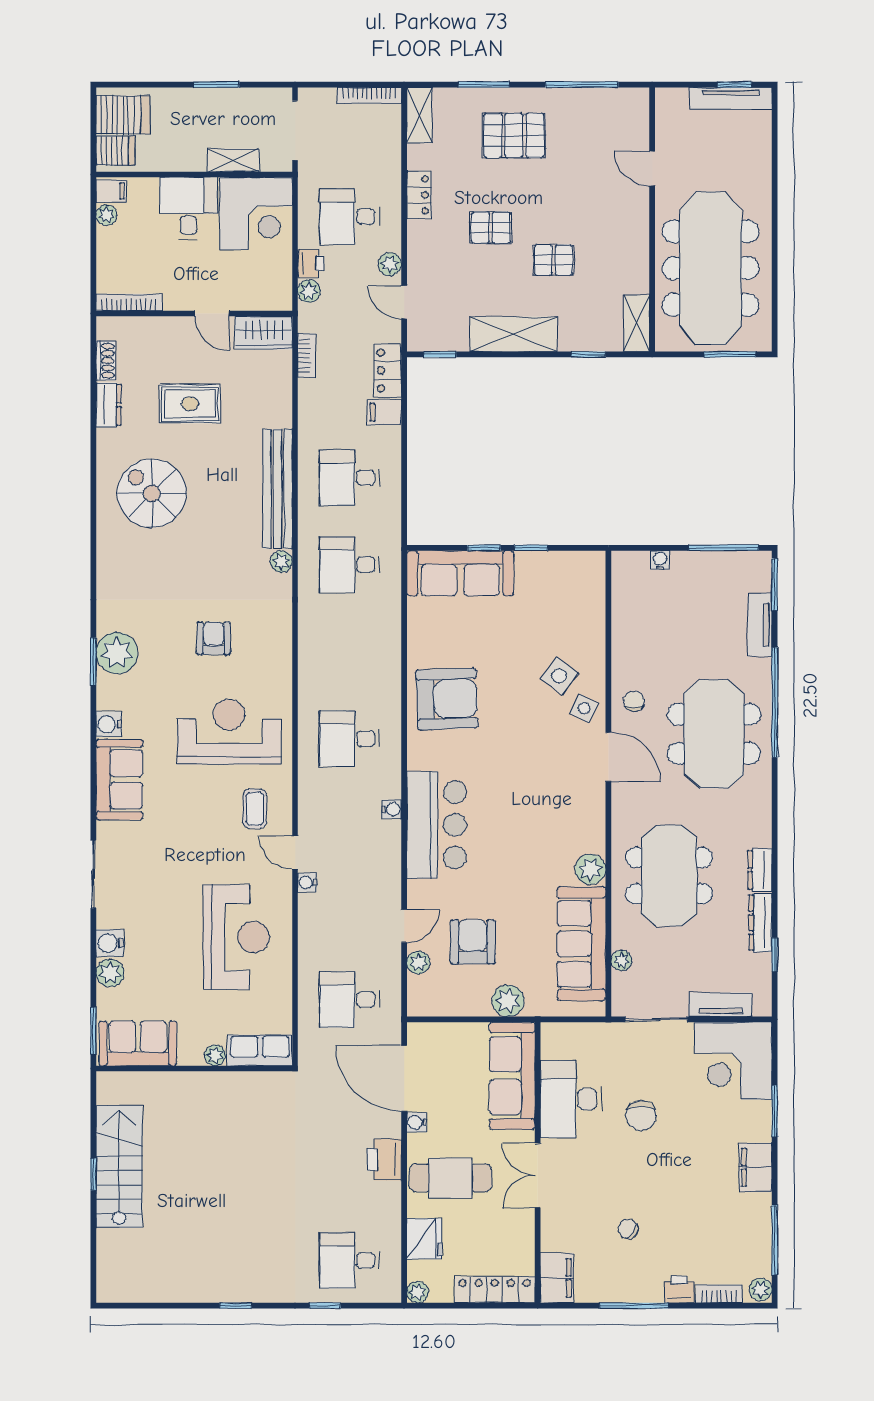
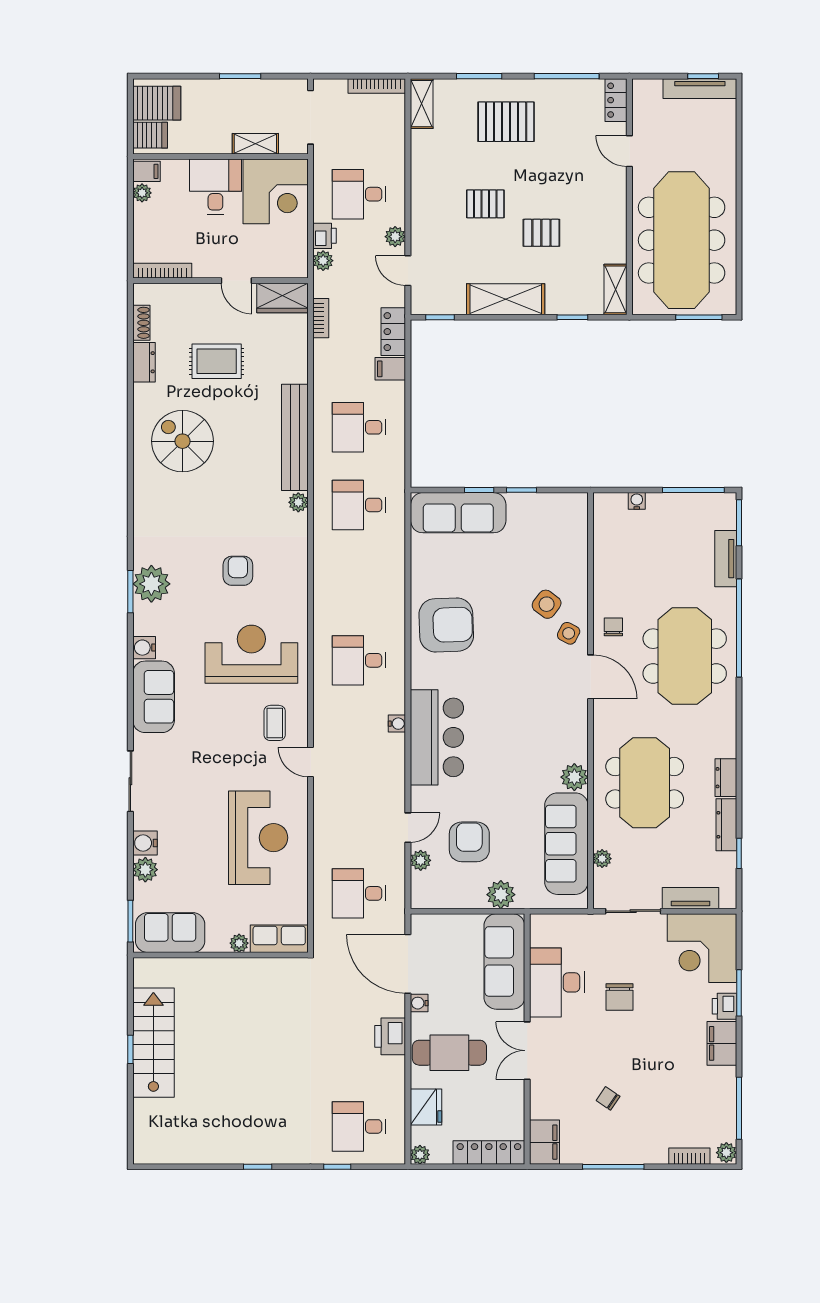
locker: (419, 195) -> (616, 100), moved, turned 180
water cooler: (307, 882) -> (321, 789), removed
printer: (679, 1289) -> (725, 1006), moved, turned -90

